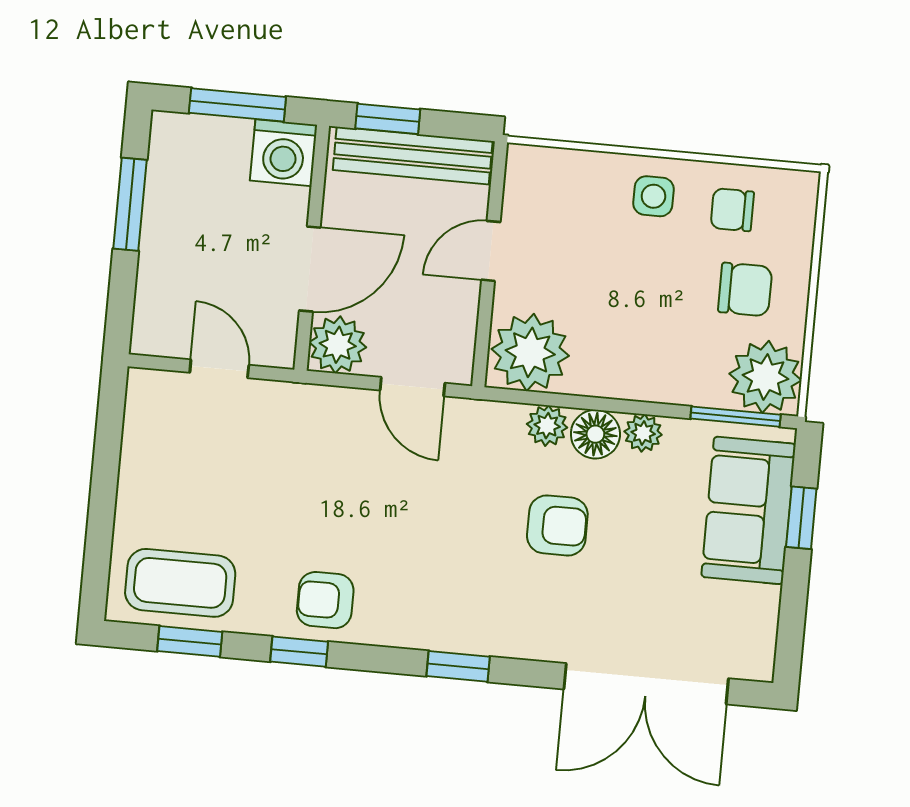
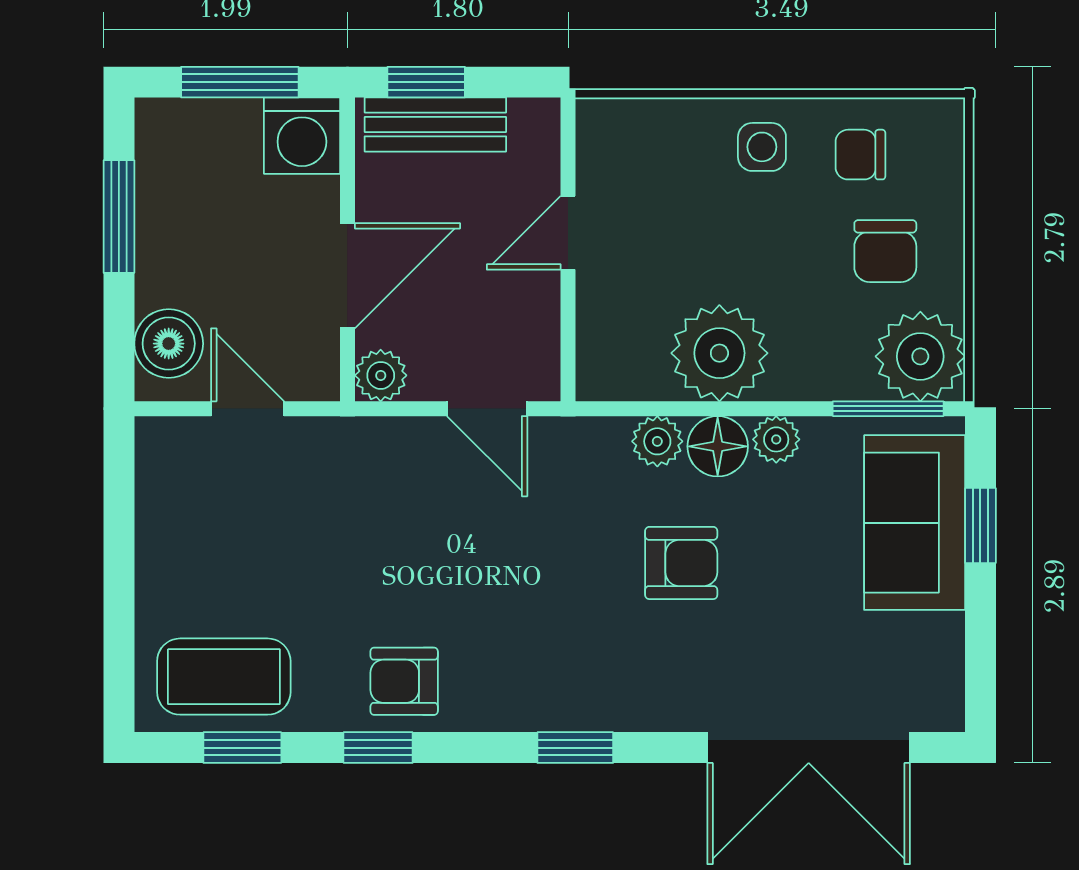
bench: (413, 156) -> (435, 124), width x0.73
chair: (745, 289) -> (885, 251), turned 90
boiler: (161, 310) -> (169, 344), added
plant: (338, 345) -> (381, 375), width x0.73, depth x0.73
plant: (530, 352) -> (719, 353), moved

